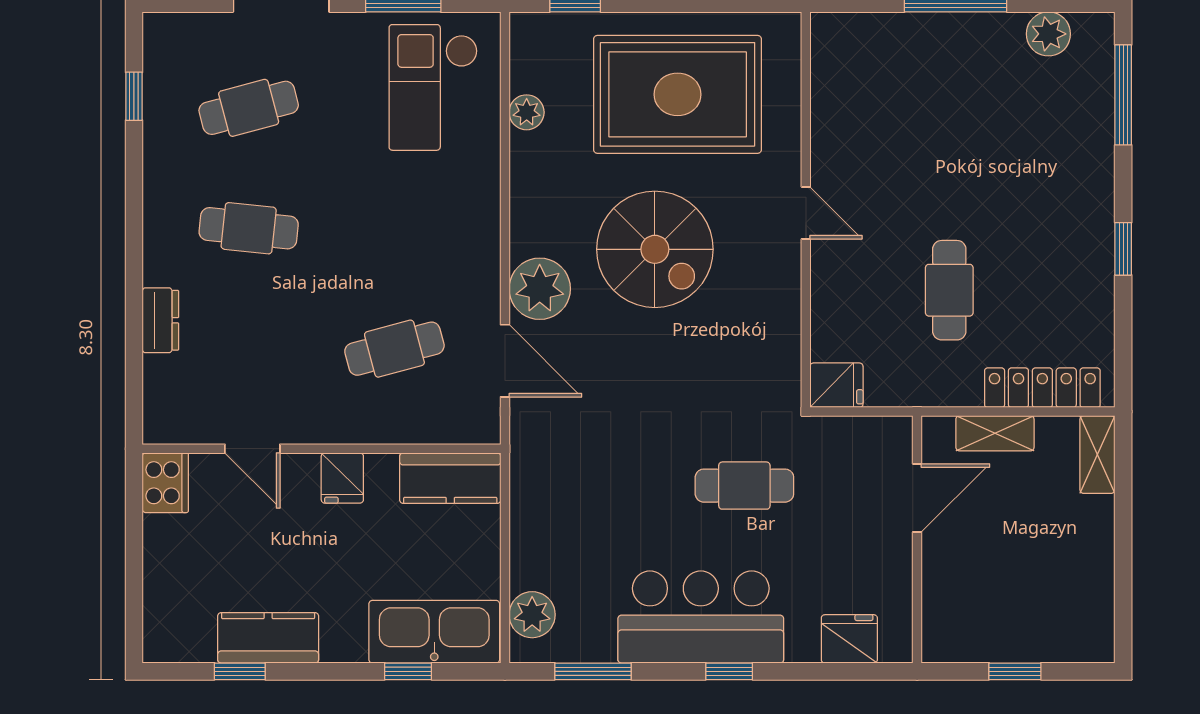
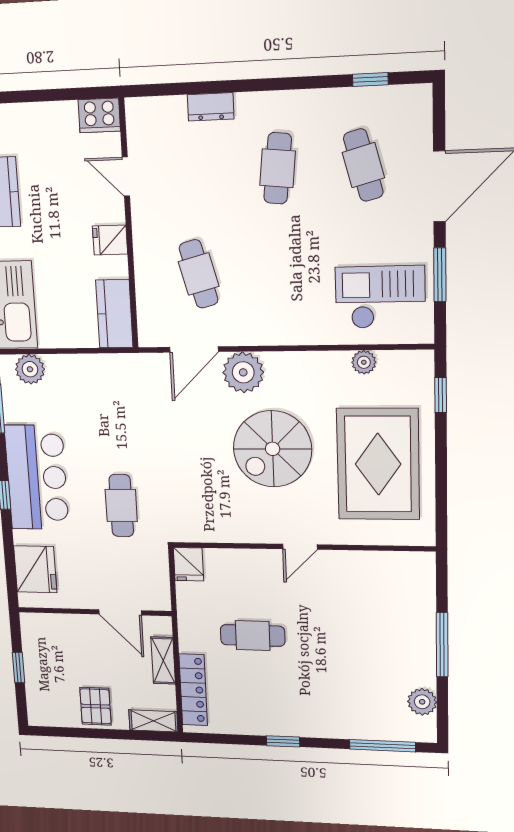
door: (252, 449) -> (126, 177), hinge flipped
pallet: (1076, 548) -> (95, 706), added
fridge: (849, 639) -> (35, 569), width x1.36, depth x1.34

